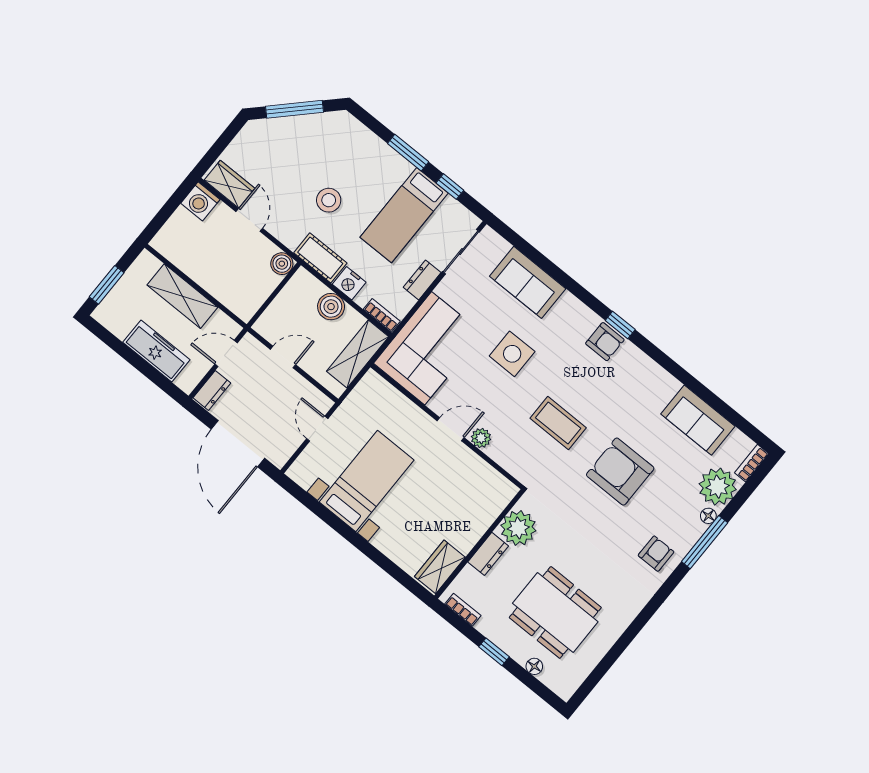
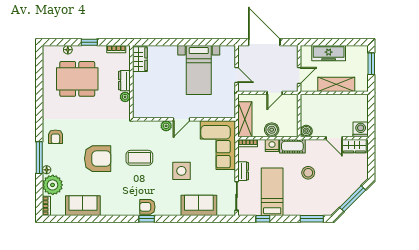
window: (408, 153) -> (312, 219), moved
dresser: (212, 390) -> (293, 55), removed
plant: (518, 528) -> (125, 97), width x0.53, depth x0.53

